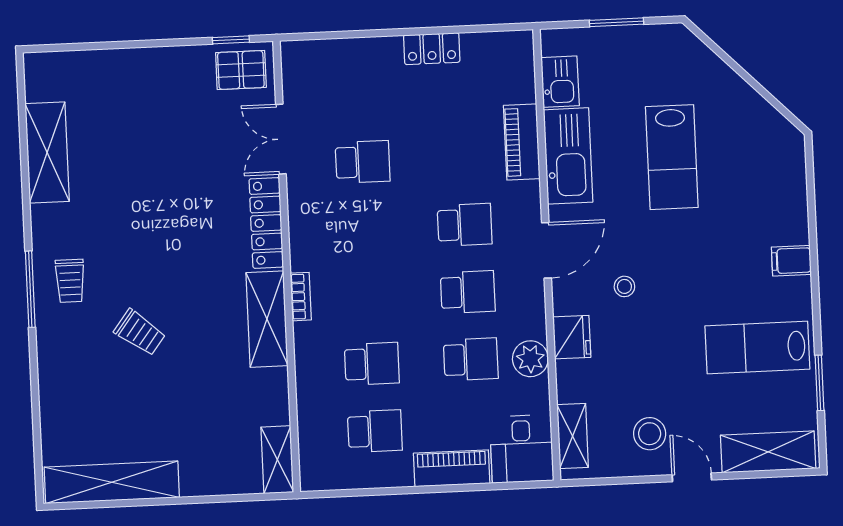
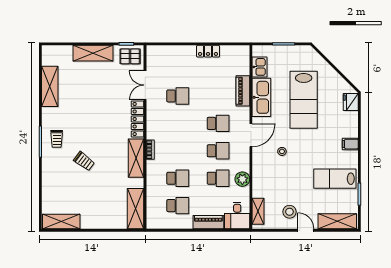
shelving: (150, 66) -> (93, 53), added
lab bench: (672, 157) -> (304, 100), width x1.36, depth x1.39
fridge: (572, 337) -> (351, 102), moved, turned 180
shelving: (277, 460) -> (136, 209), width x1.50, depth x1.33
shelving: (112, 482) -> (61, 222), width x0.68

